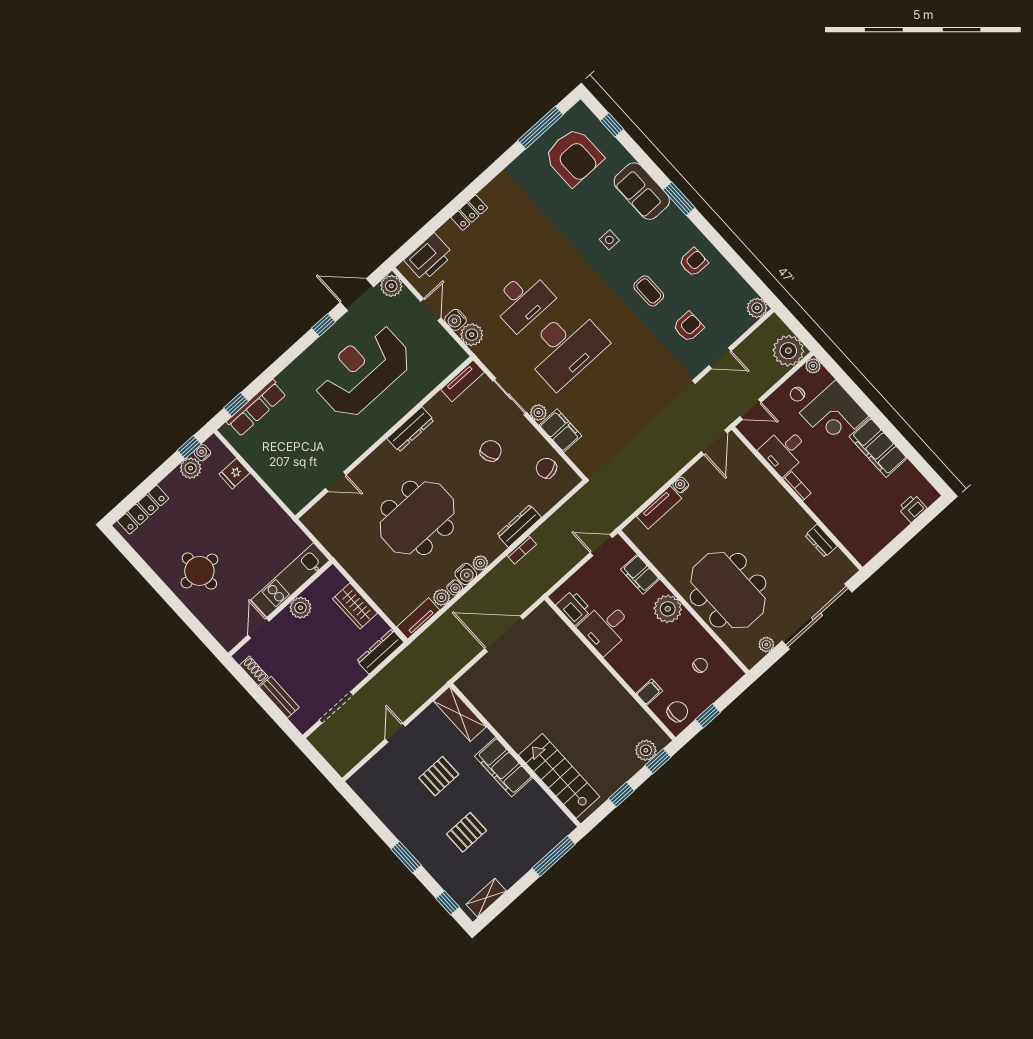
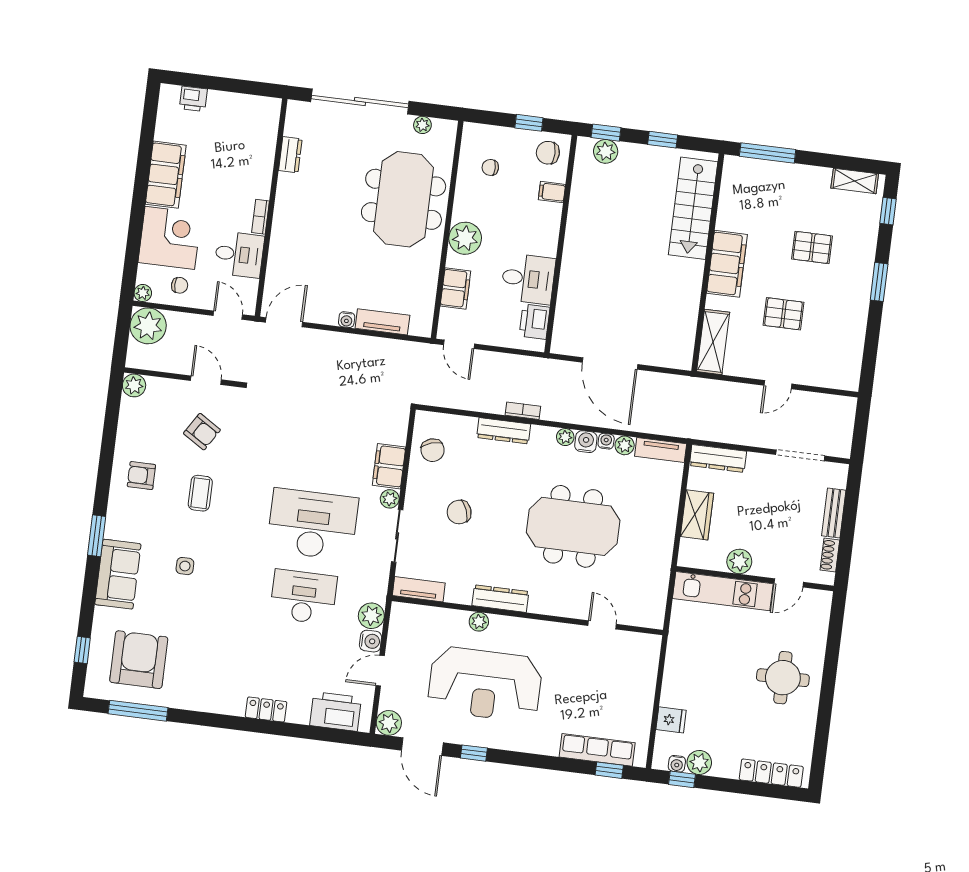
armchair: (688, 327) -> (202, 432), turned -148
plant: (407, 402) -> (479, 622), added

